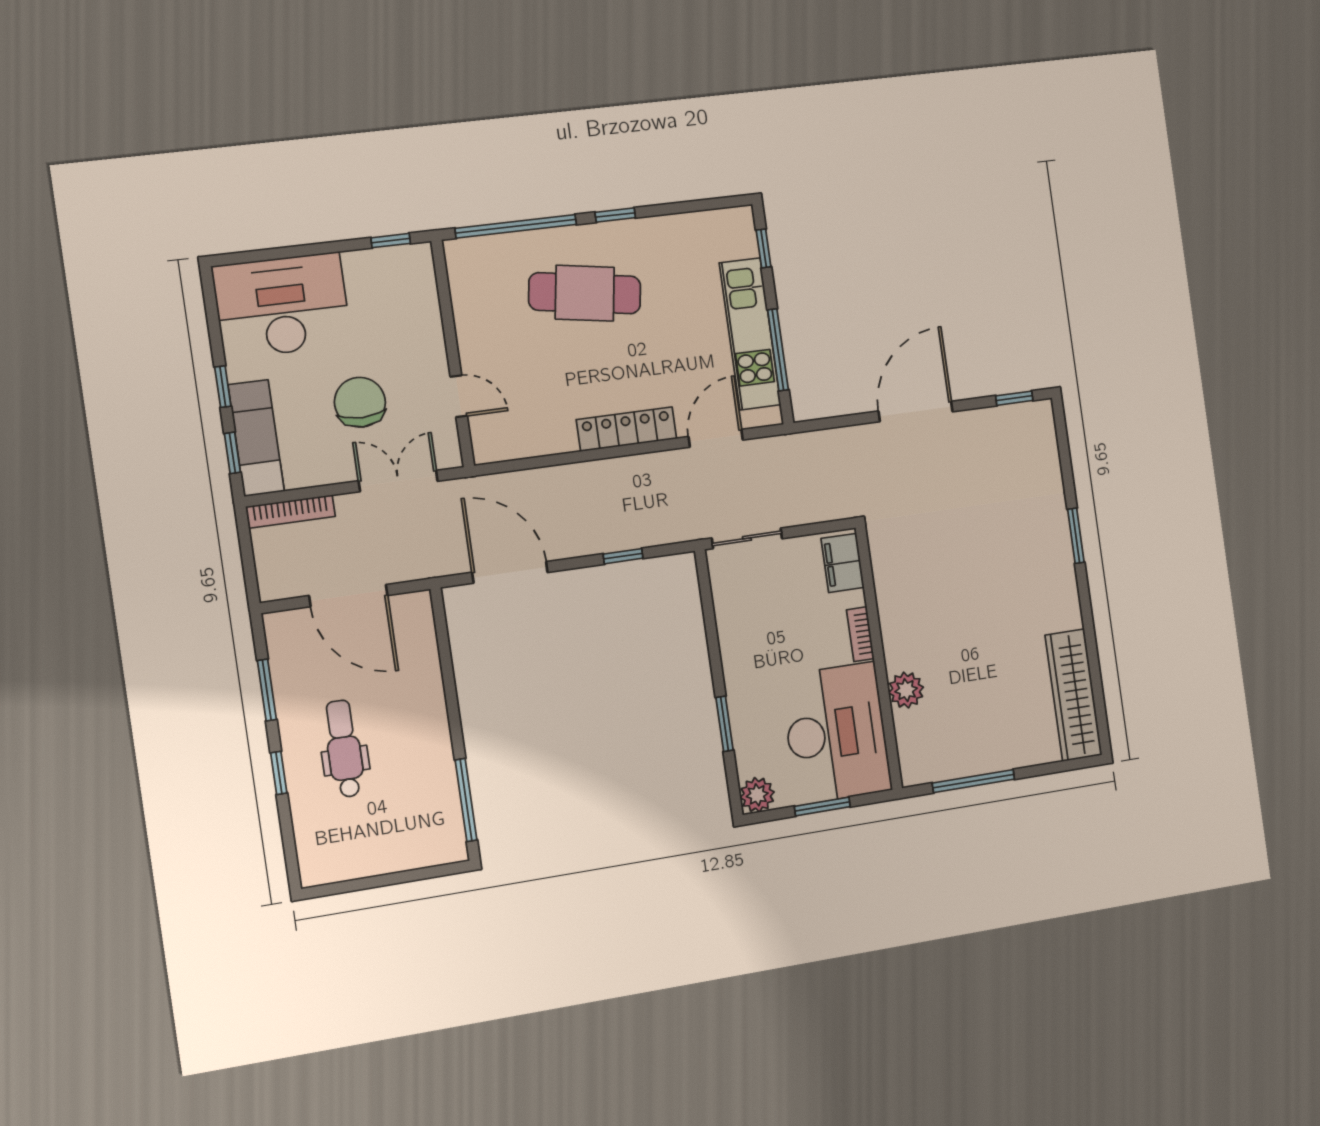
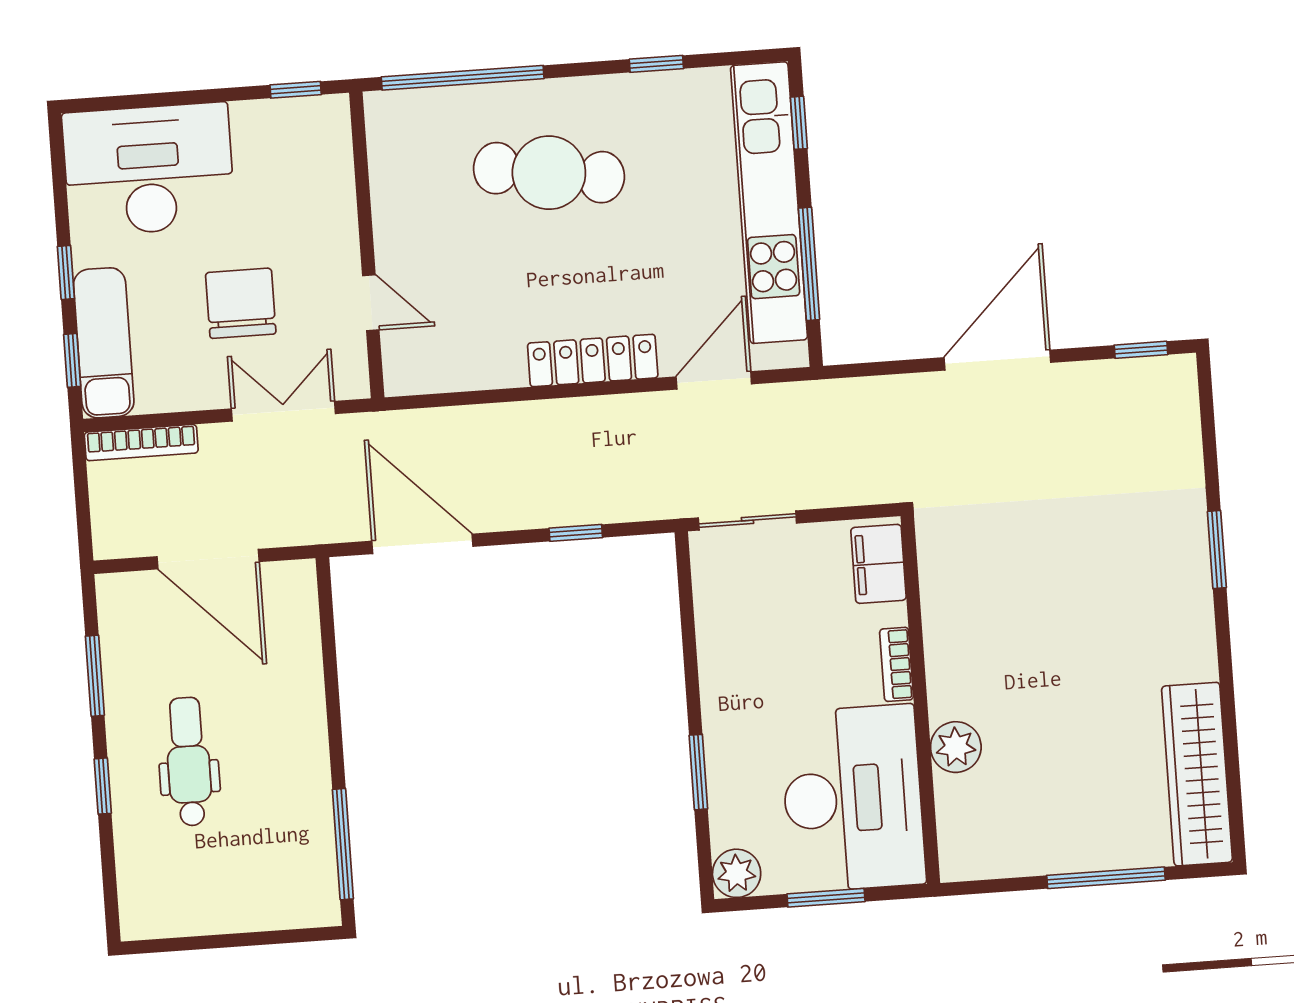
window: (615, 215) -> (656, 64), moved
kitchen unit: (750, 334) -> (769, 203), width x1.36
window: (974, 781) -> (1106, 878), moved

